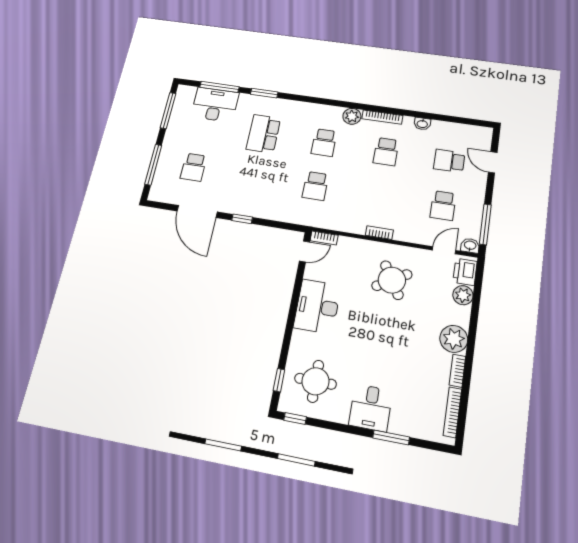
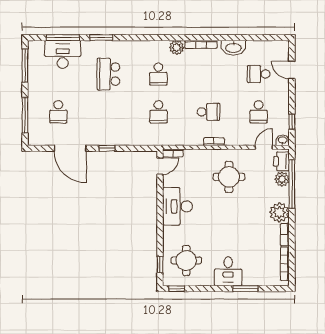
washbasin: (422, 124) -> (233, 48), width x1.91, depth x1.45
school desk: (386, 152) -> (209, 112), moved, turned -90
window: (485, 224) -> (292, 122), width x0.46
round table: (392, 280) -> (229, 177), turned 31
window: (476, 304) -> (292, 184), added

